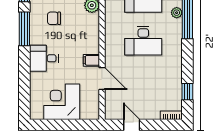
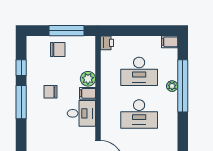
desk: (44, 58) -> (81, 113), moved, turned 180
filing cabinet: (91, 60) -> (87, 93), moved

